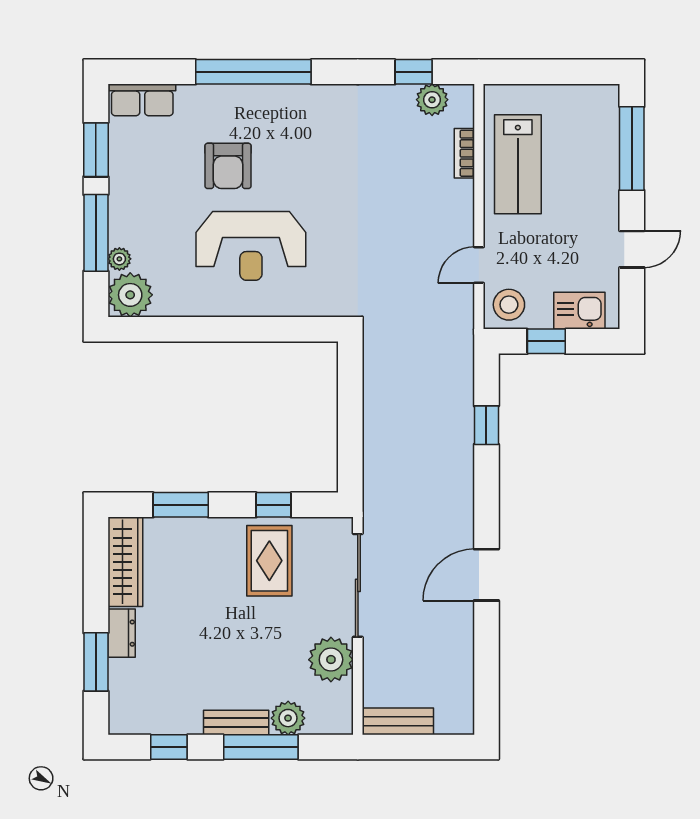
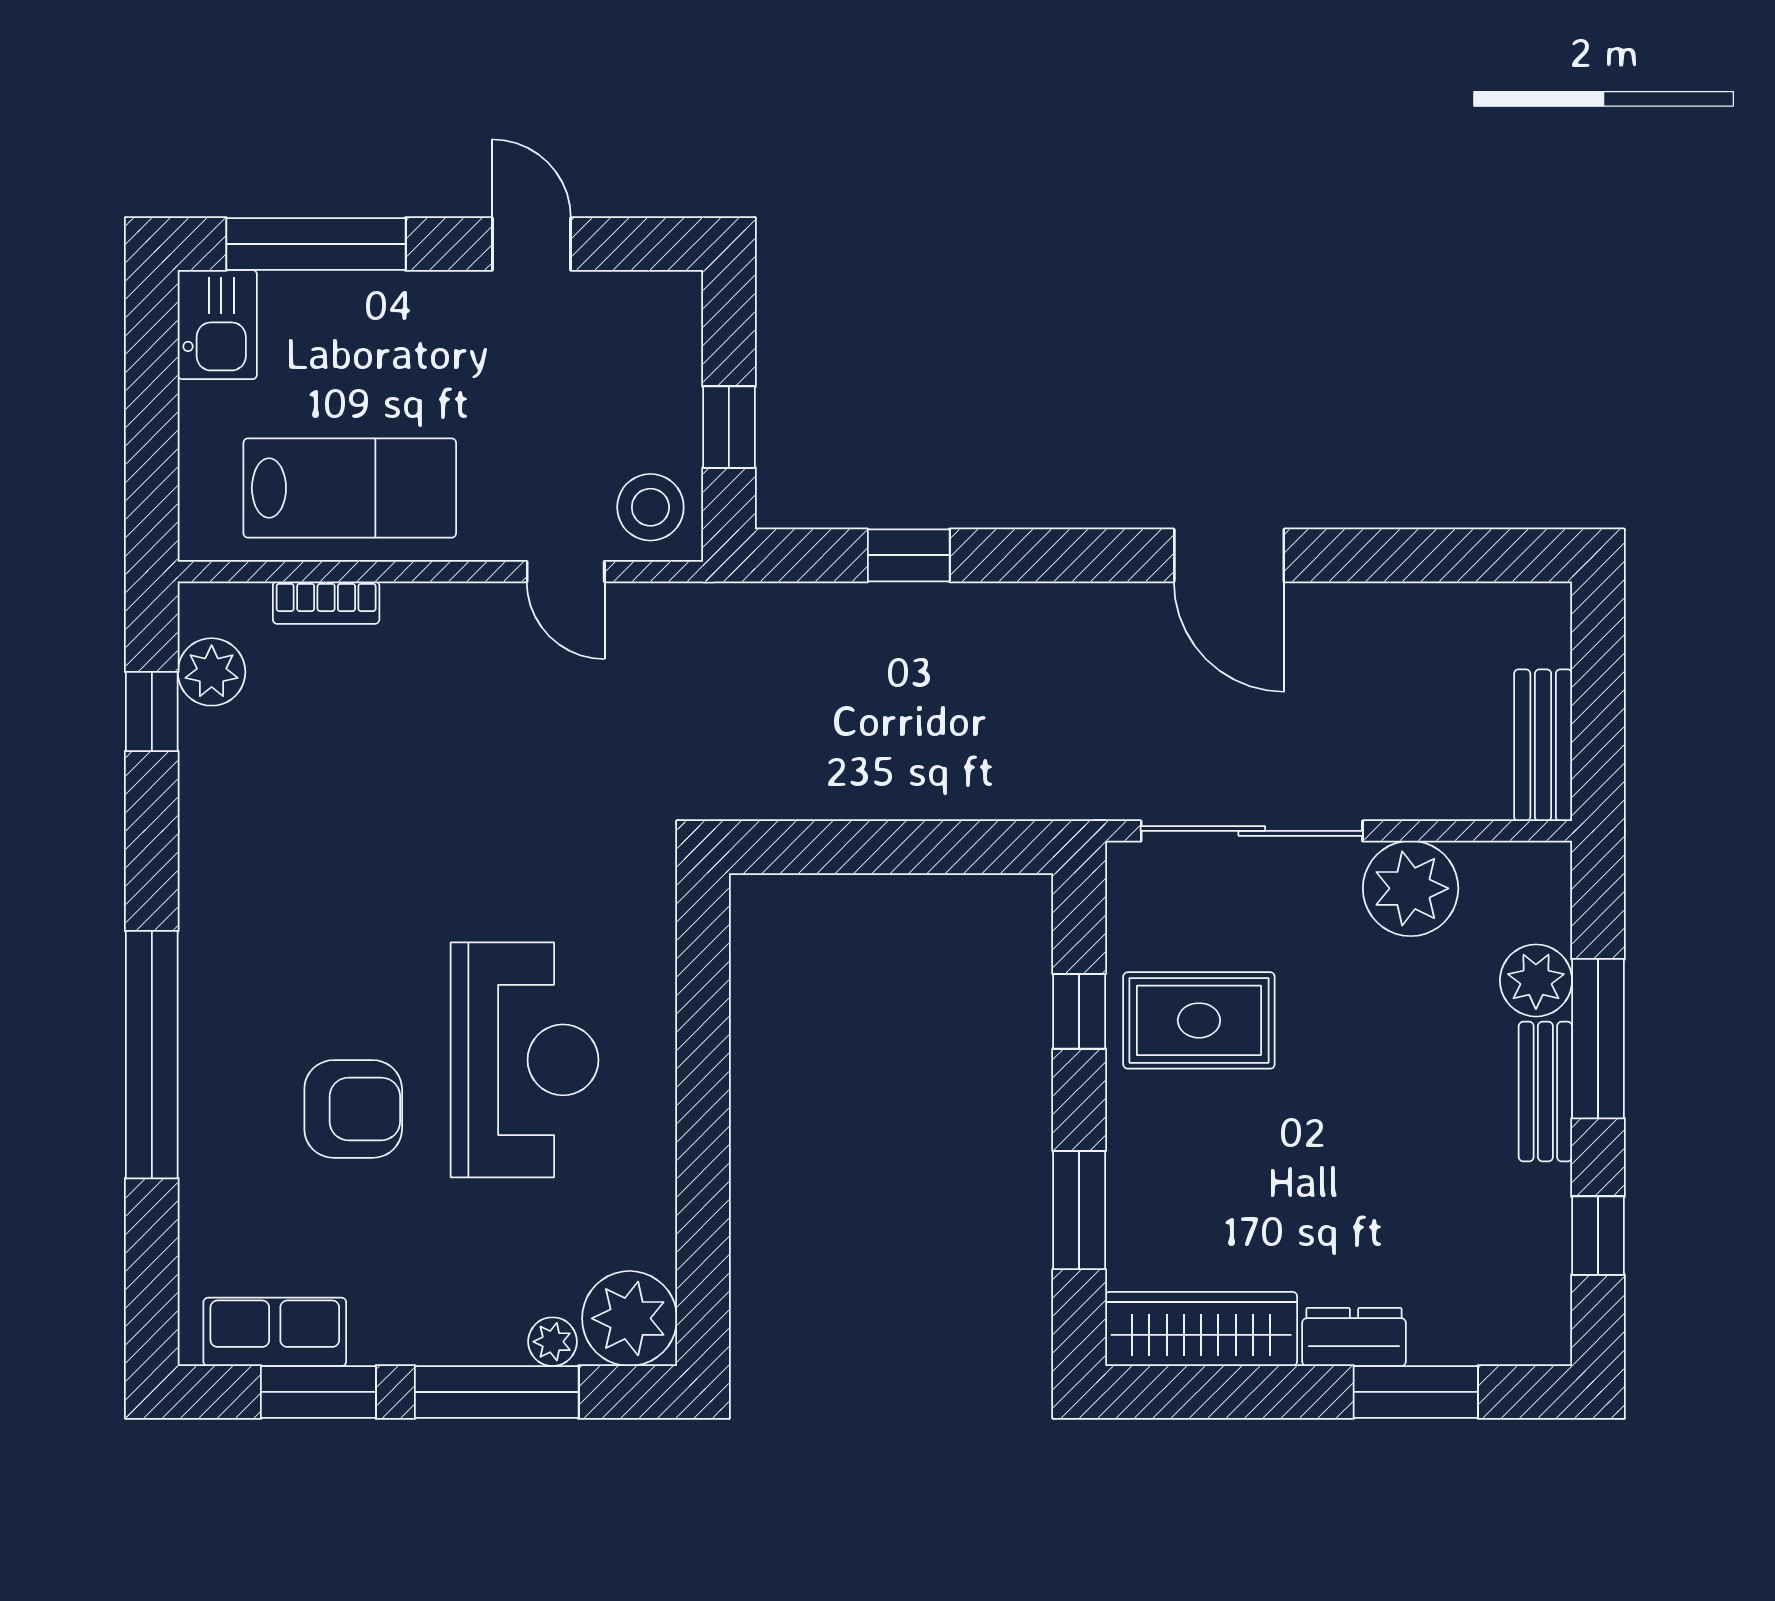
row of seats: (142, 100) -> (275, 1332), moved, turned -90
kitchen sink: (579, 311) -> (217, 325), moved, turned 180

